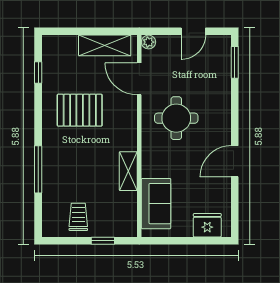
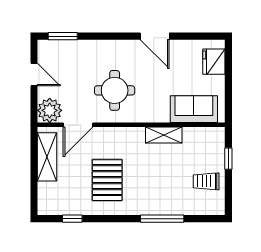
plant: (148, 42) -> (50, 110), width x1.88, depth x1.88

